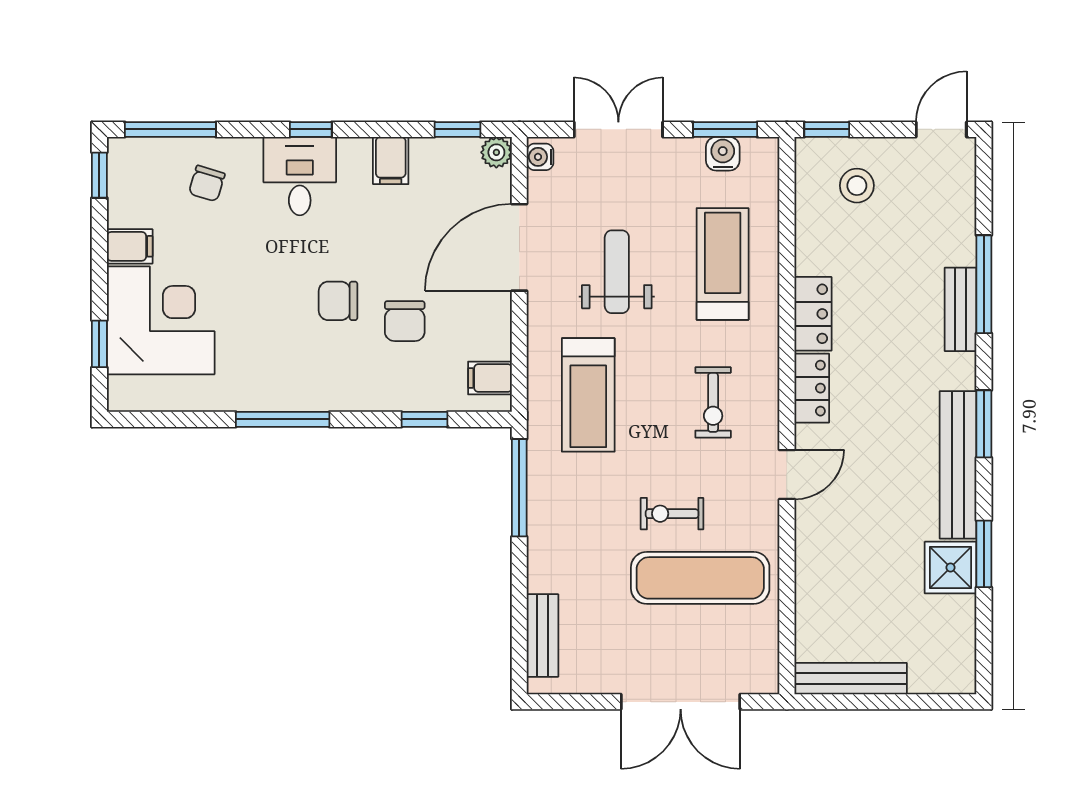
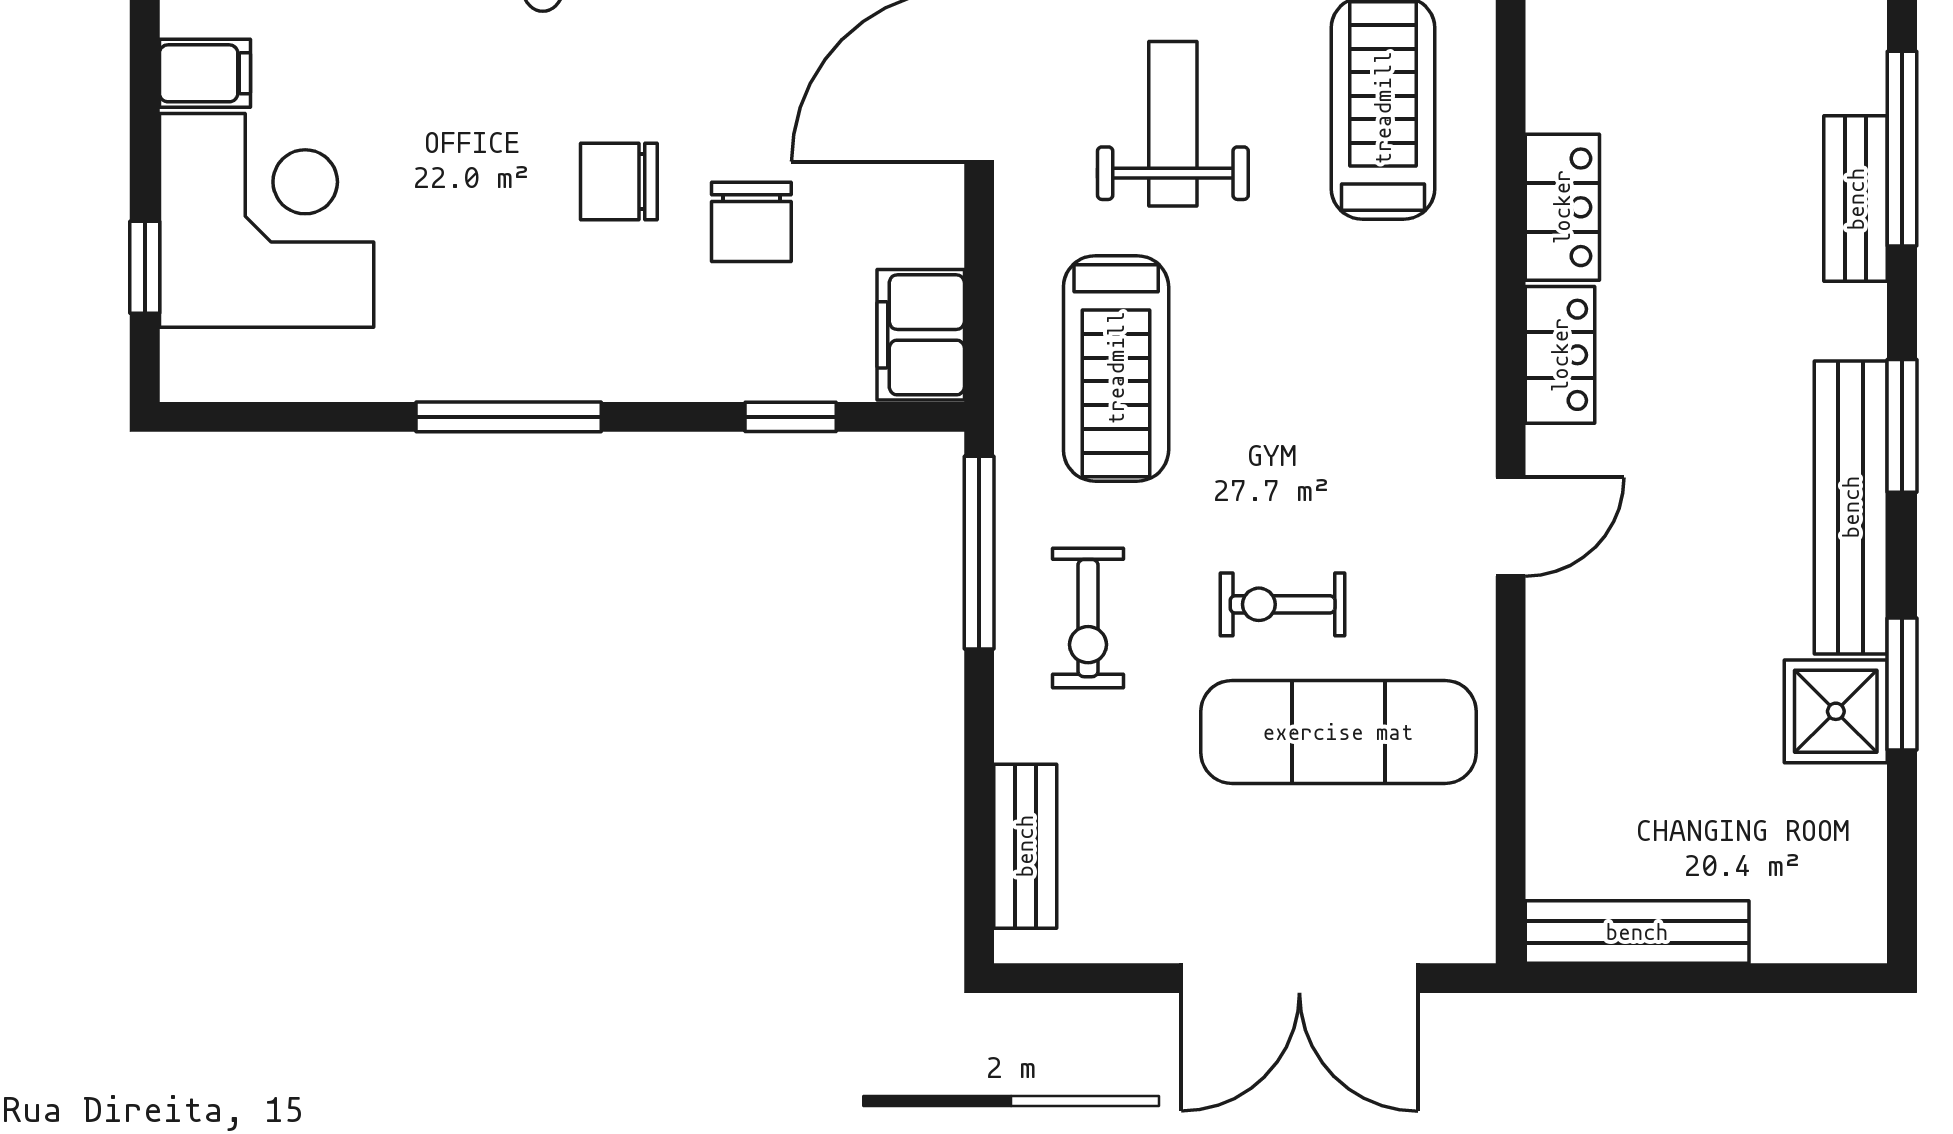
filing cabinet: (490, 378) -> (921, 335), width x2.00
exercise bike: (713, 402) -> (1088, 618), moved

